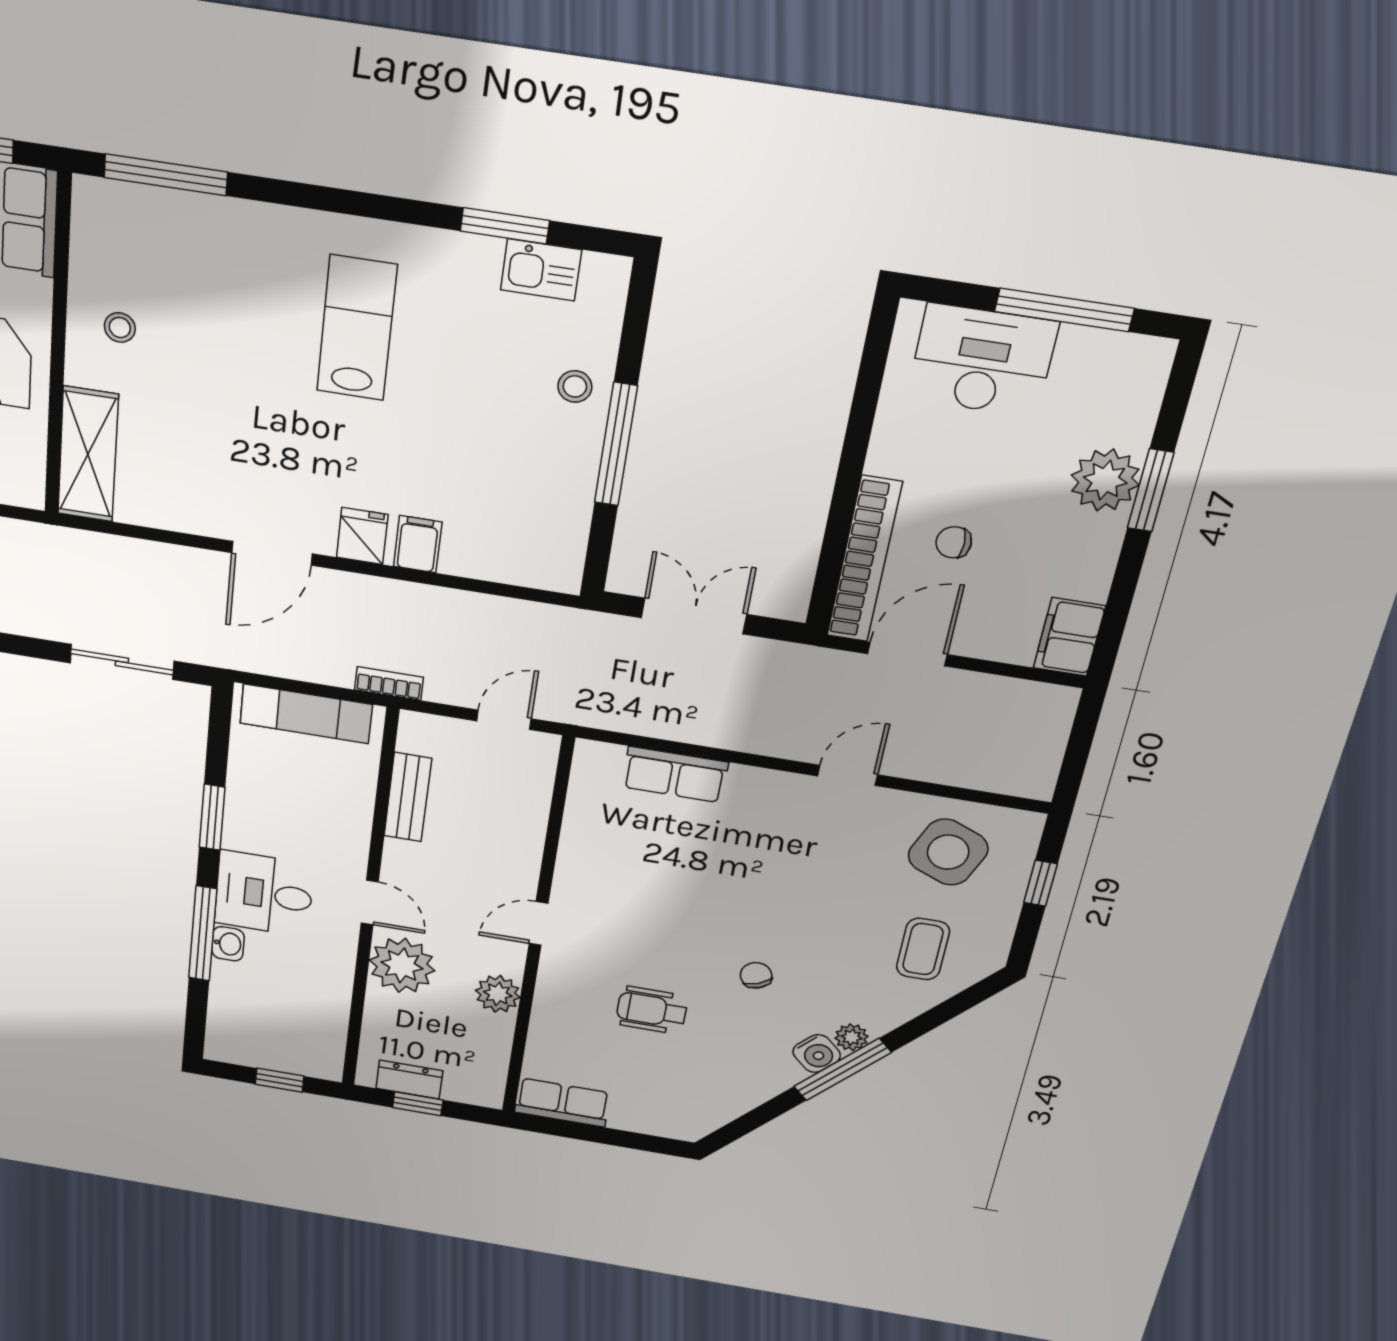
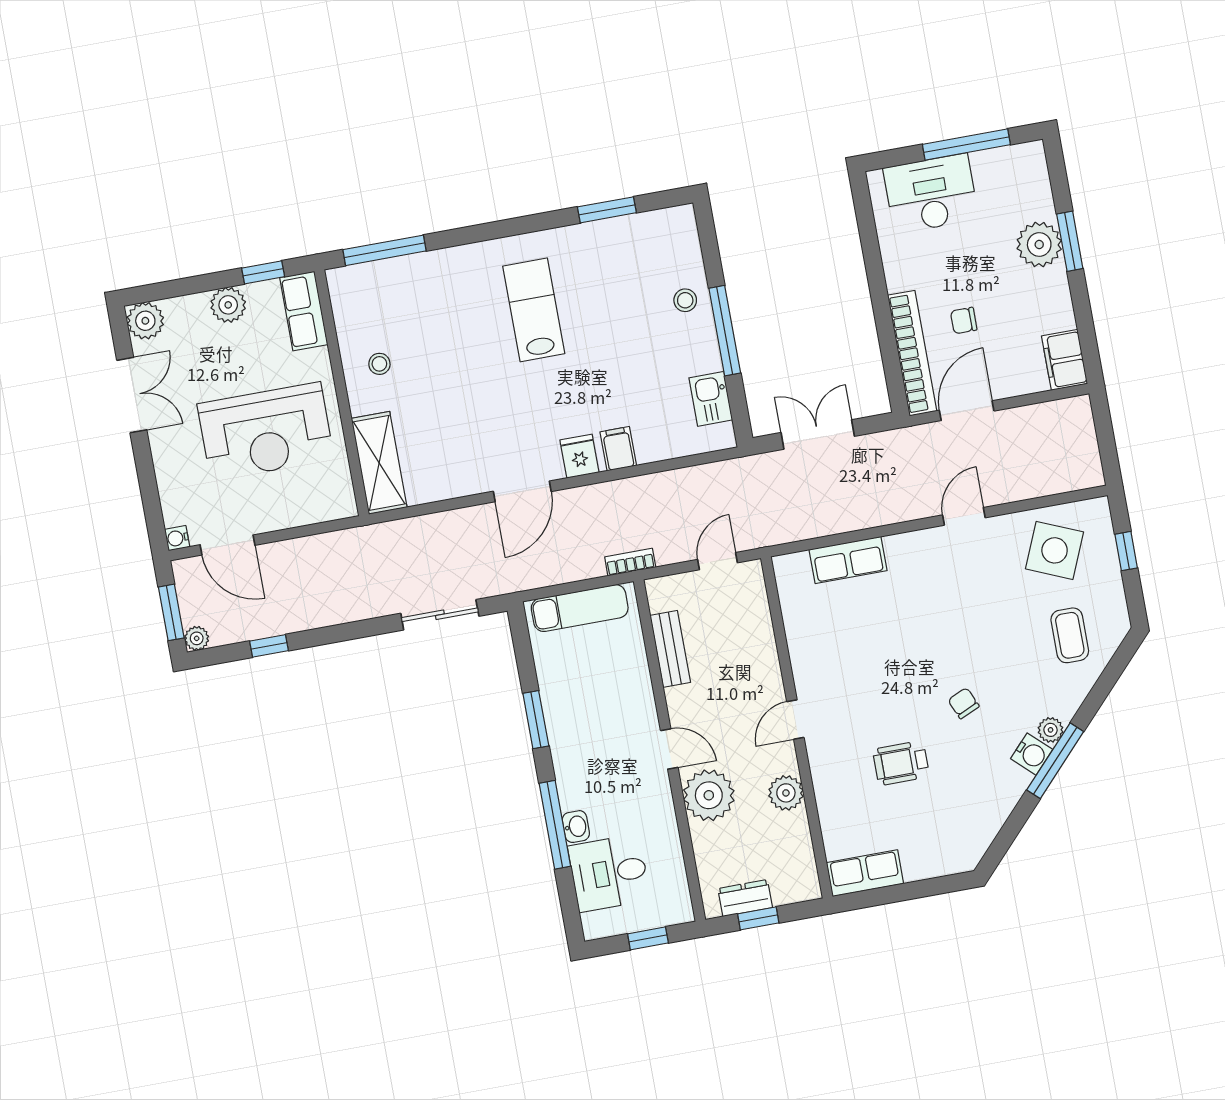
kitchen sink: (541, 270) -> (711, 399), moved, turned 90
desk: (264, 894) -> (609, 873), moved

